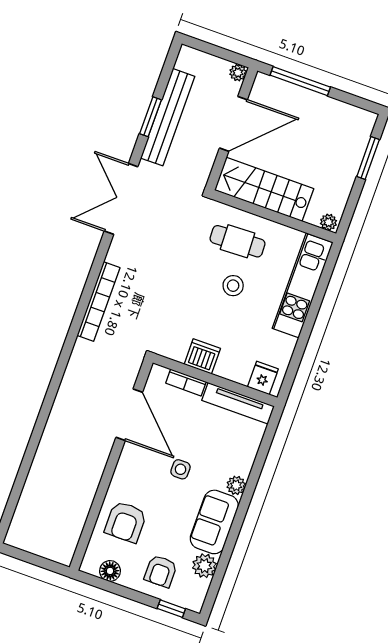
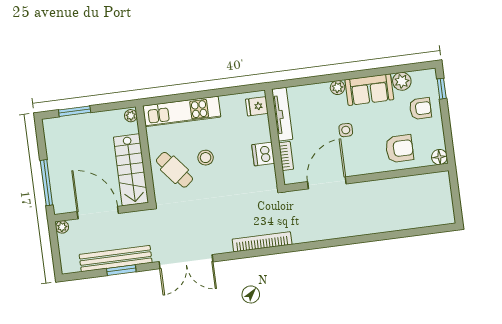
cafe table: (238, 241) -> (174, 170), turned -37
floor lamp: (110, 571) -> (439, 157), moved

